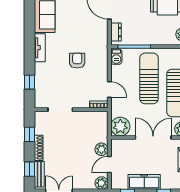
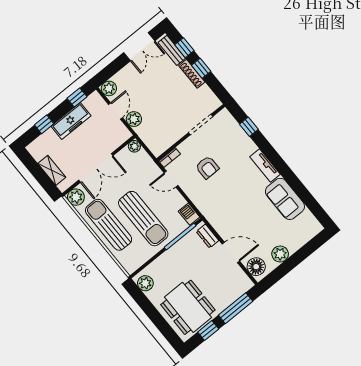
armchair: (77, 61) -> (207, 167), moved
plant: (120, 127) -> (134, 146), width x0.53, depth x0.53
window: (30, 134) -> (201, 68), moved

